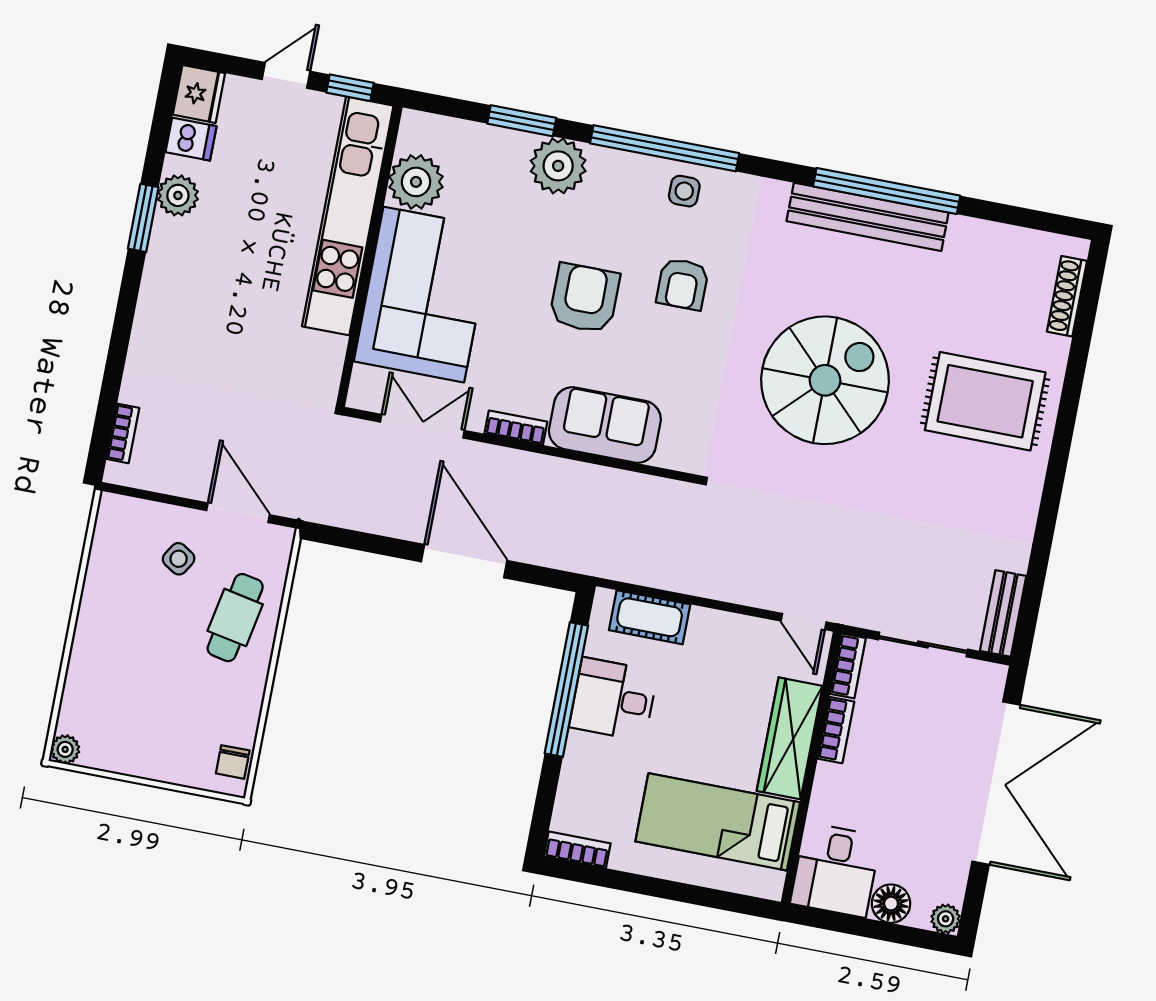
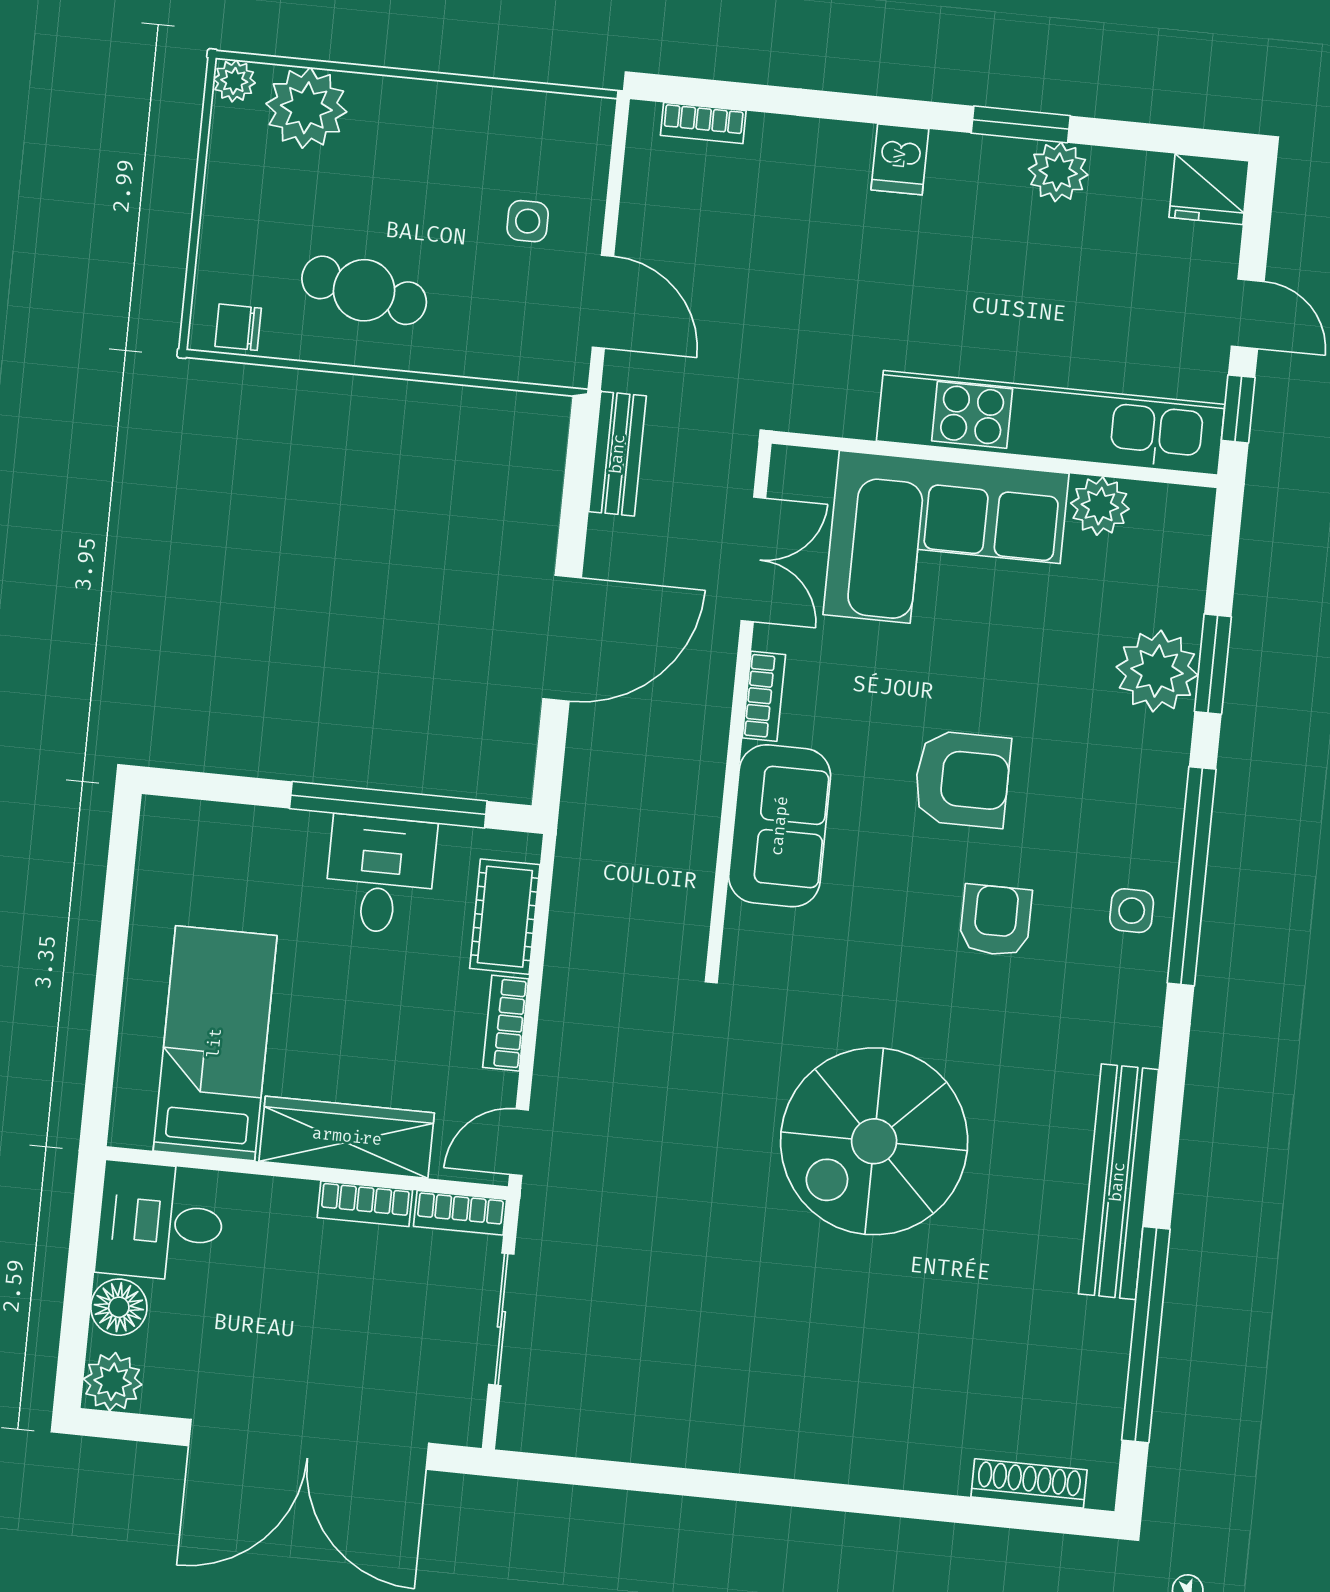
dishwasher: (191, 139) -> (900, 159), moved
plant: (558, 166) -> (1157, 671), moved
plant: (416, 182) -> (1100, 506), width x0.73, depth x0.73
window: (887, 191) -> (1146, 1335), moved
armchair: (682, 284) -> (996, 920), turned 90
spiral stairs: (825, 380) -> (874, 1141), turned 90
rug: (985, 401) -> (865, 1378), removed
door: (238, 513) -> (603, 302), hinge flipped
side table: (179, 559) -> (528, 221), turned -32
bench: (1003, 613) -> (618, 454), moved, turned 90
cafe table: (235, 618) -> (364, 290), moved
plant: (88, 702) -> (306, 108), added
bookcase: (577, 850) -> (506, 1023), moved, turned 180
plant: (946, 919) -> (113, 1382), width x1.38, depth x1.38

